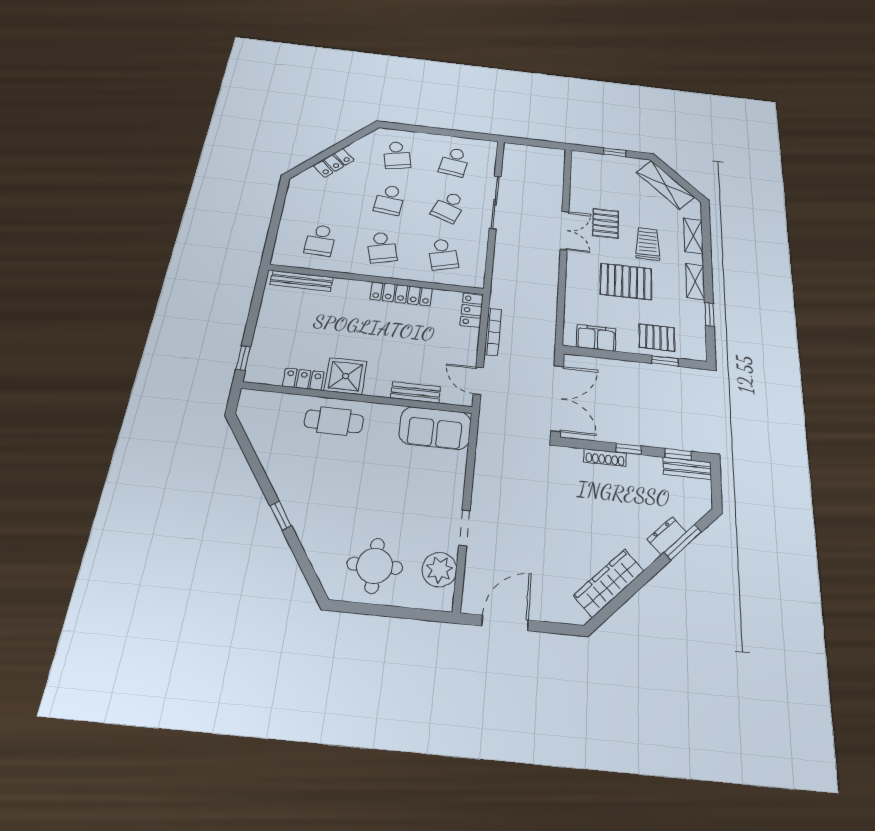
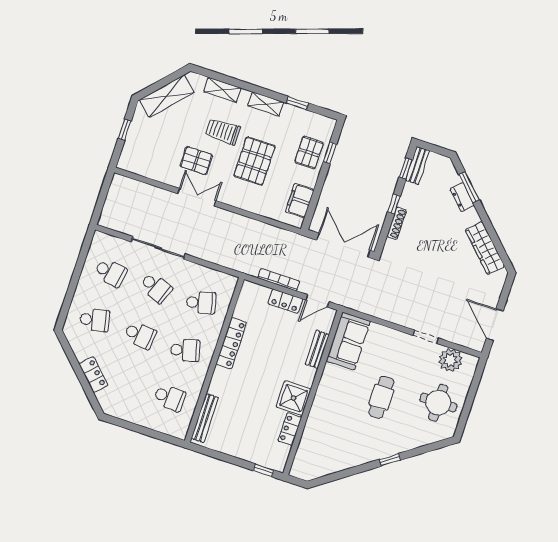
locker: (472, 310) -> (285, 301), moved
cafe table: (334, 421) -> (381, 397), moved

